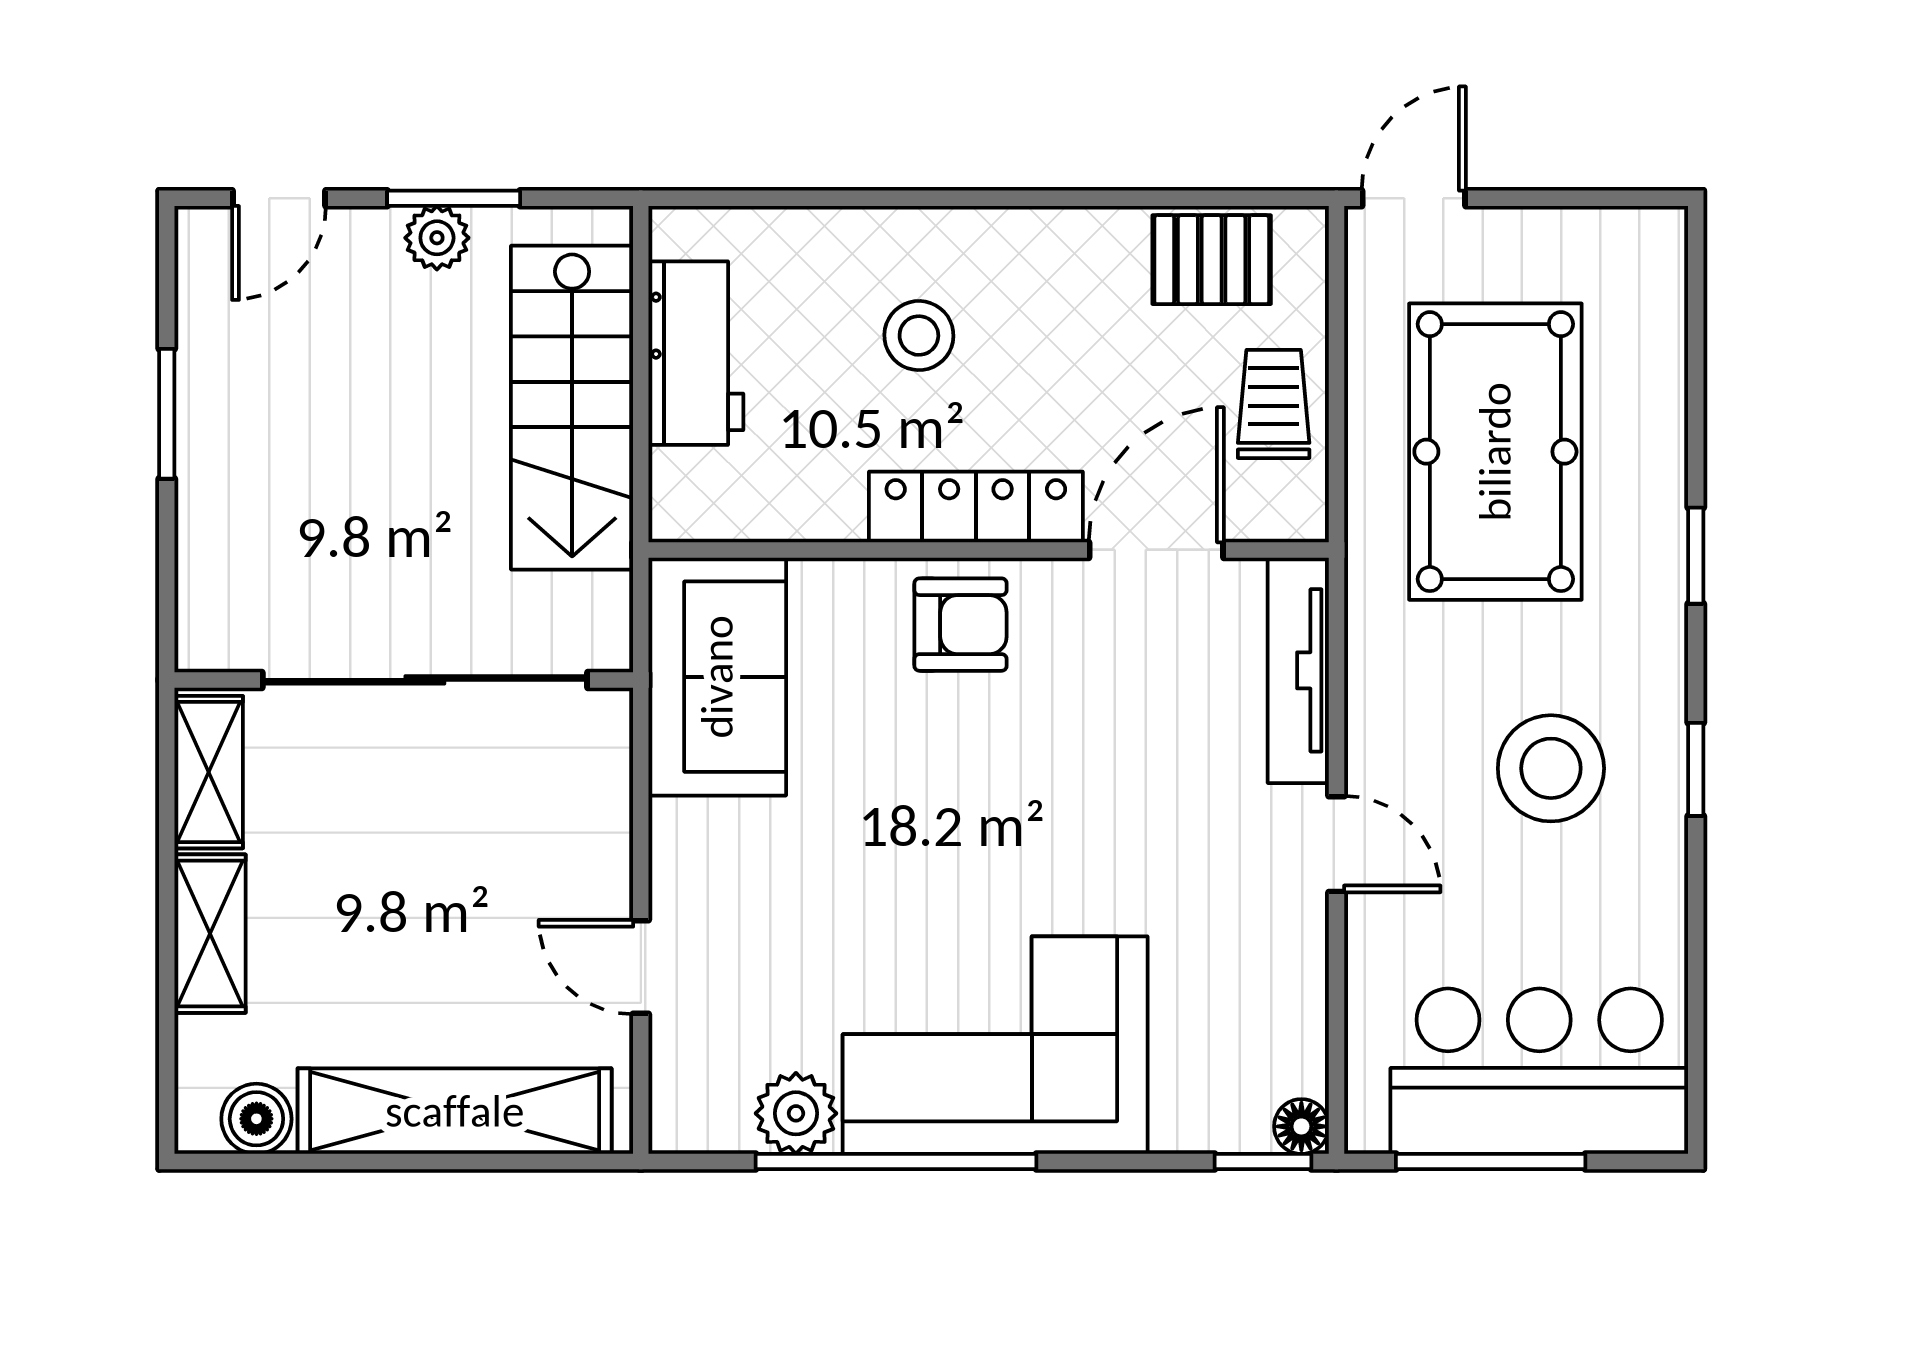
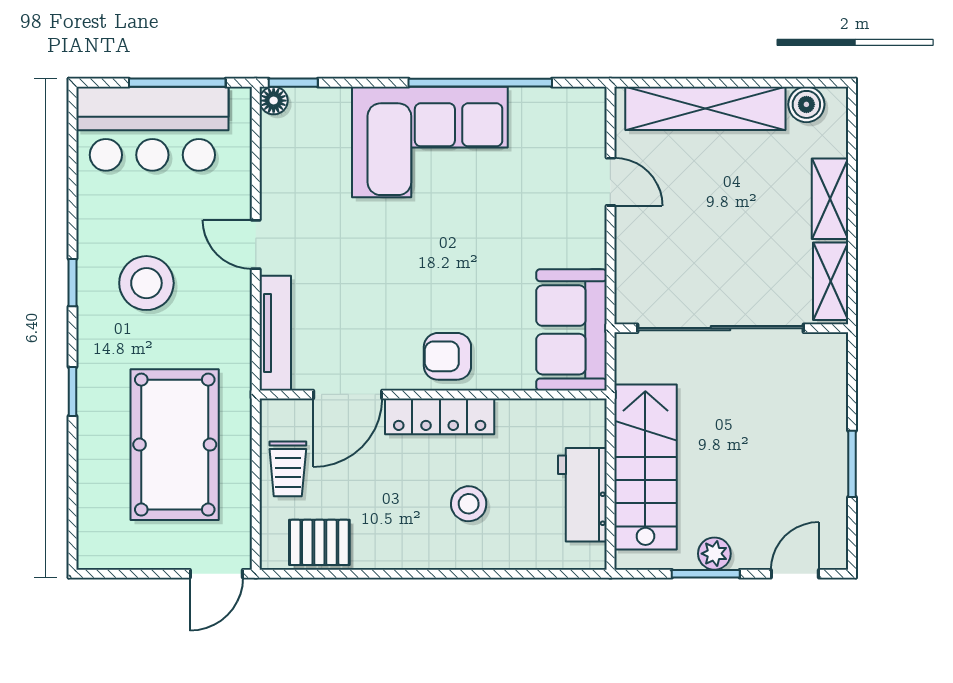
plant: (796, 1113) -> (531, 107), removed

